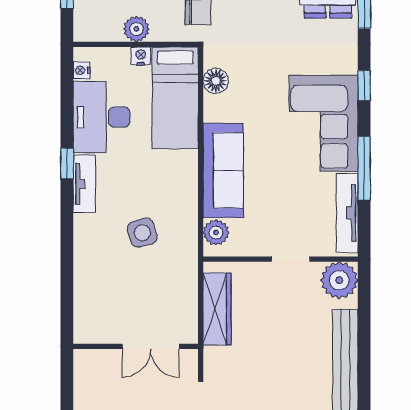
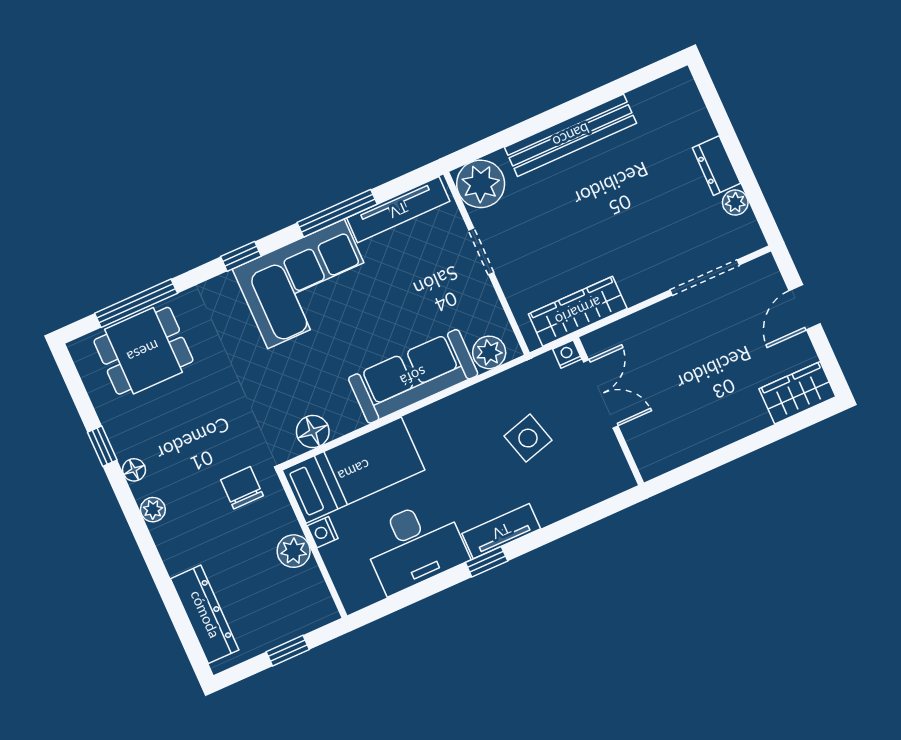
nightstand: (82, 70) -> (567, 354), moved, turned 180
wall: (136, 346) -> (609, 411), moved
double door: (151, 346) -> (601, 394), moved

